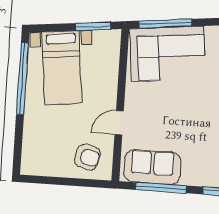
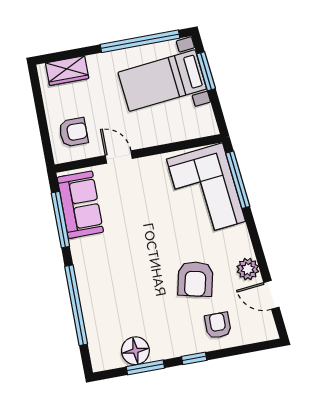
window: (93, 26) -> (206, 71), moved
wardrobe: (32, 149) -> (67, 71), added
armchair: (87, 157) -> (73, 132), turned -104

